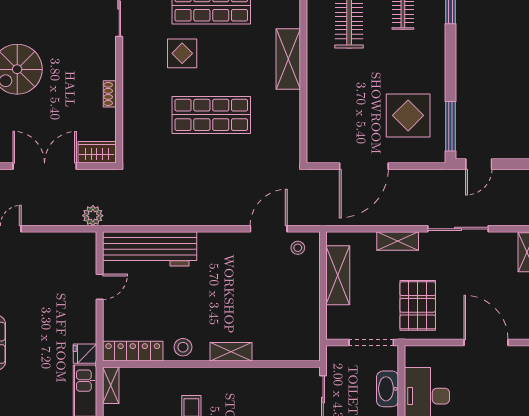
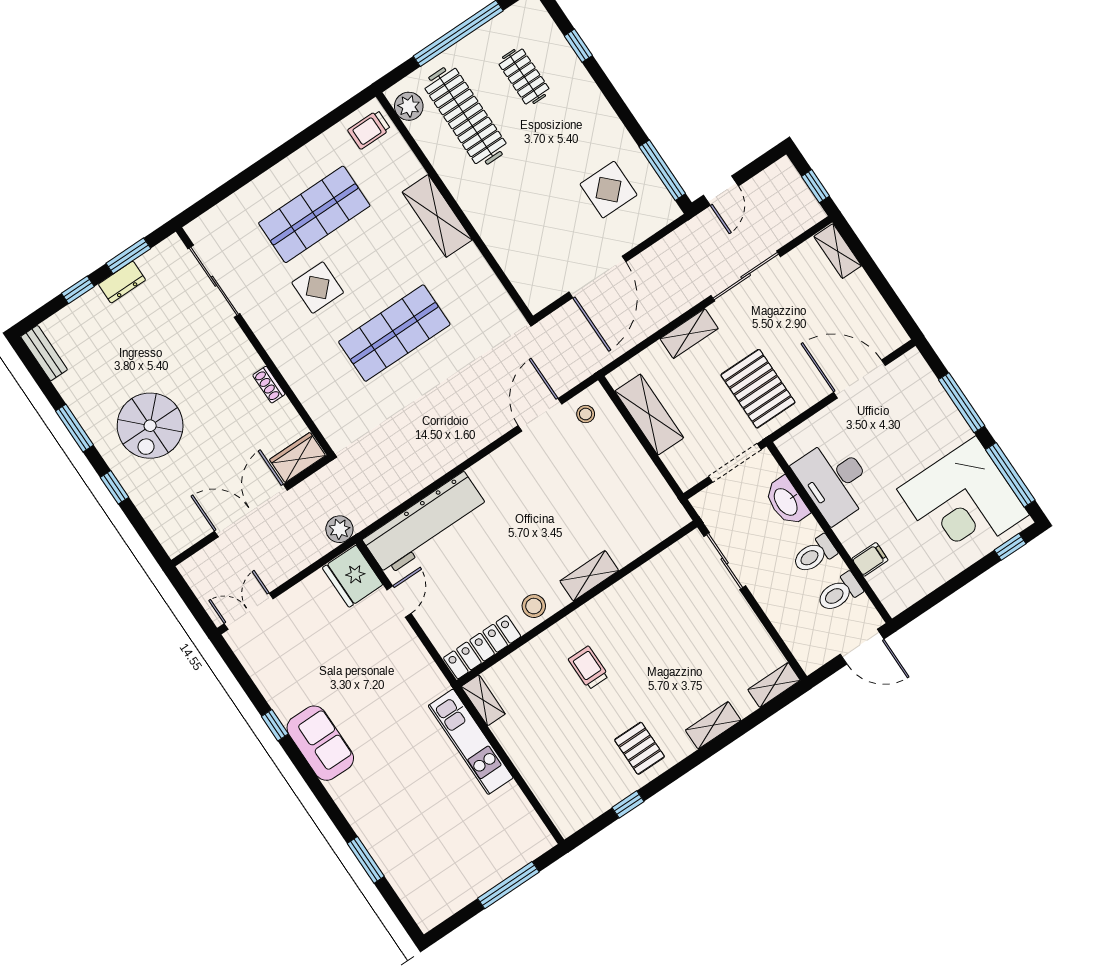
display table: (408, 115) -> (608, 190), width x0.73, depth x0.73
fridge: (85, 354) -> (353, 576), moved, width x1.88, depth x1.34

